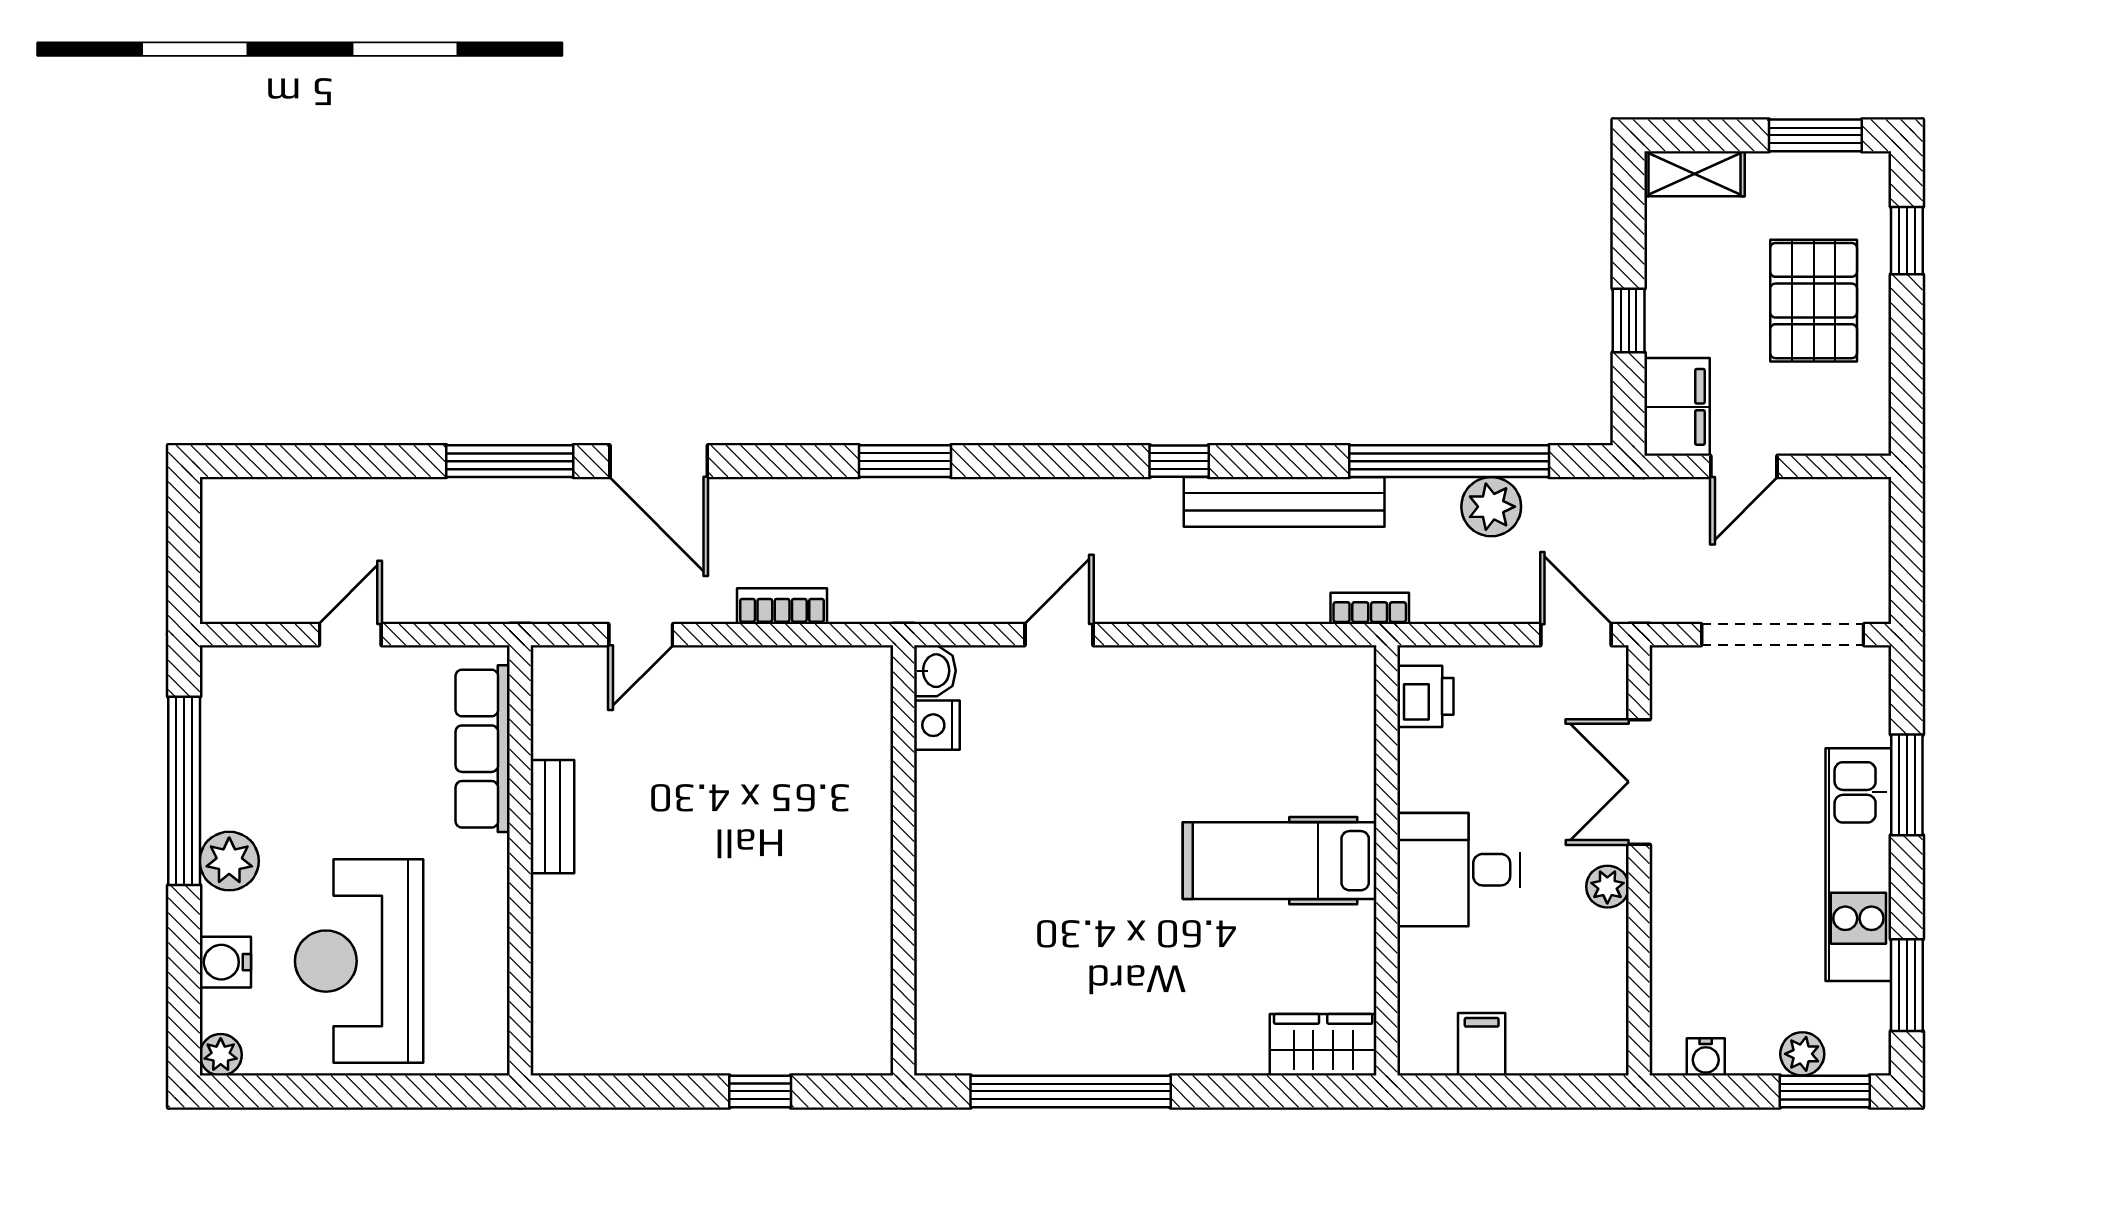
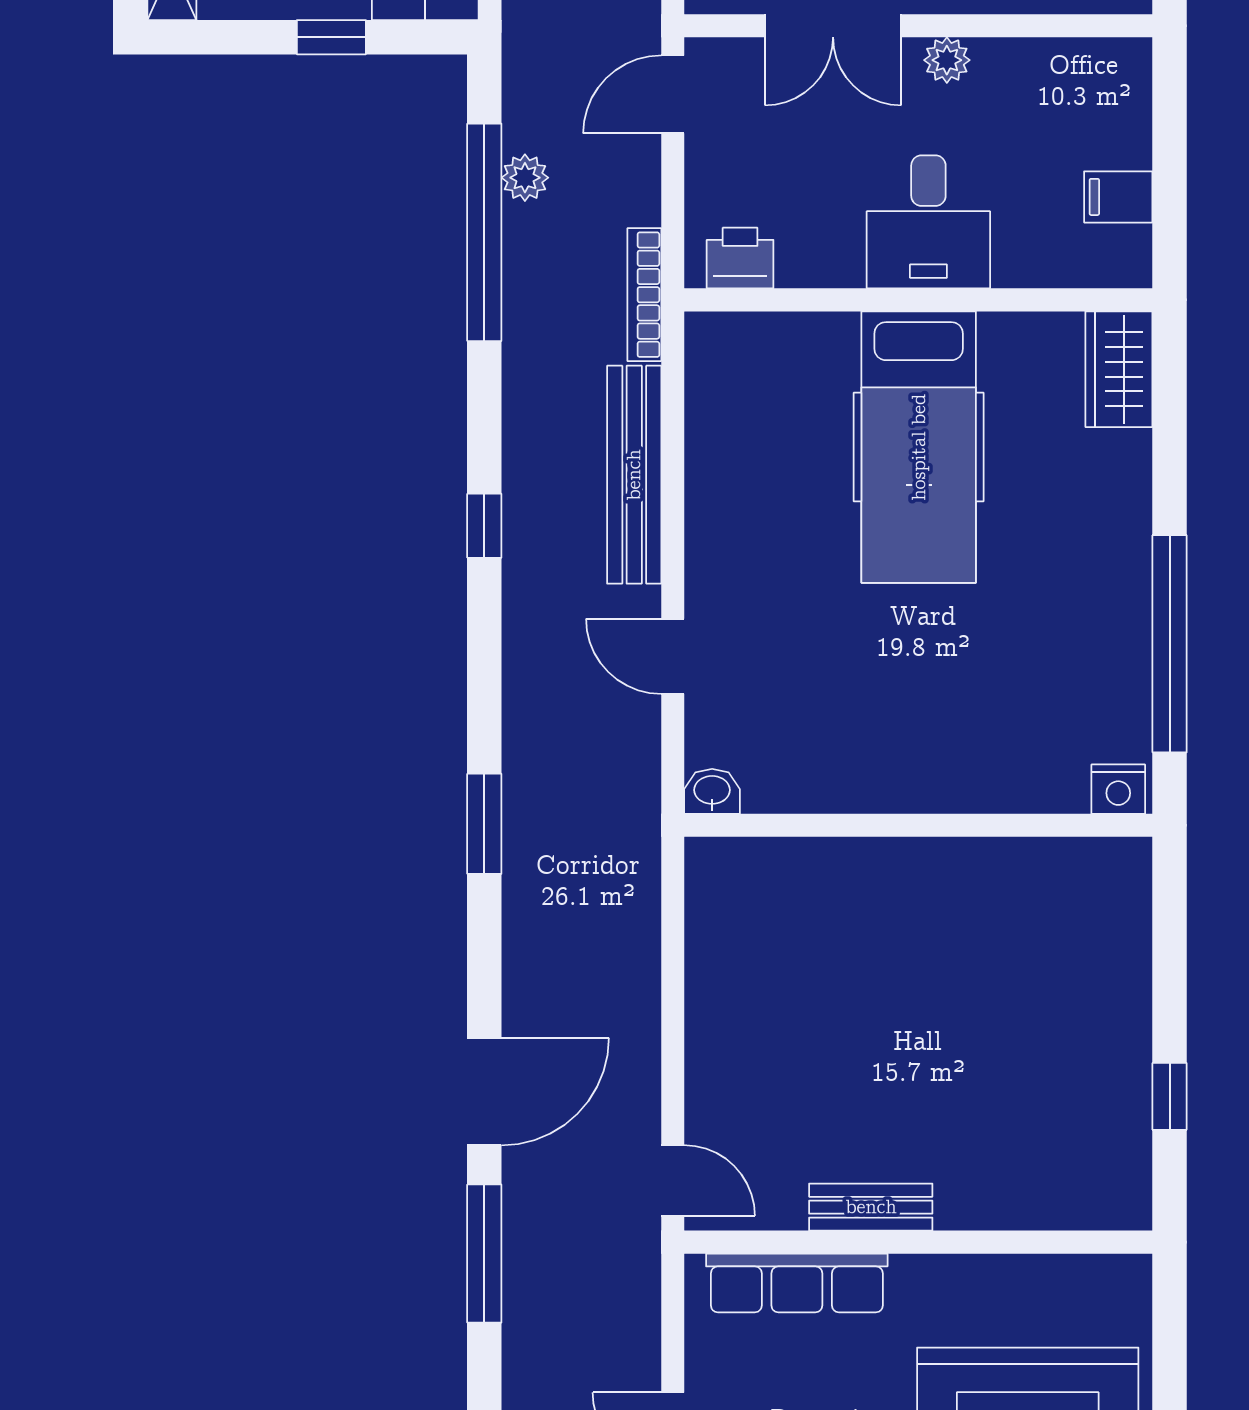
bench: (1284, 502) -> (634, 475), moved
plant: (1491, 507) -> (525, 178), width x0.73, depth x0.73
bookcase: (782, 606) -> (642, 958), removed
bookcase: (1370, 608) -> (644, 295), width x1.56
door: (641, 635) -> (673, 1181), moved
nightstand: (937, 725) -> (1118, 789), moved
hospital bed: (1280, 861) -> (919, 447), width x1.37, depth x1.29
window: (760, 1091) -> (1170, 1096), moved

